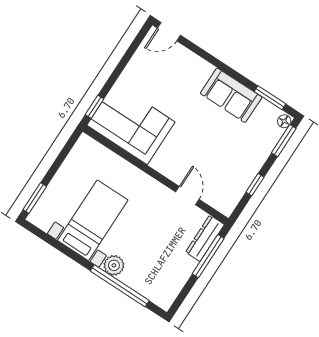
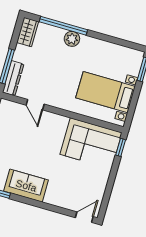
bed with nightstands: (93, 220) -> (105, 92), moved, turned 90
wardrobe: (168, 292) -> (28, 32), added

